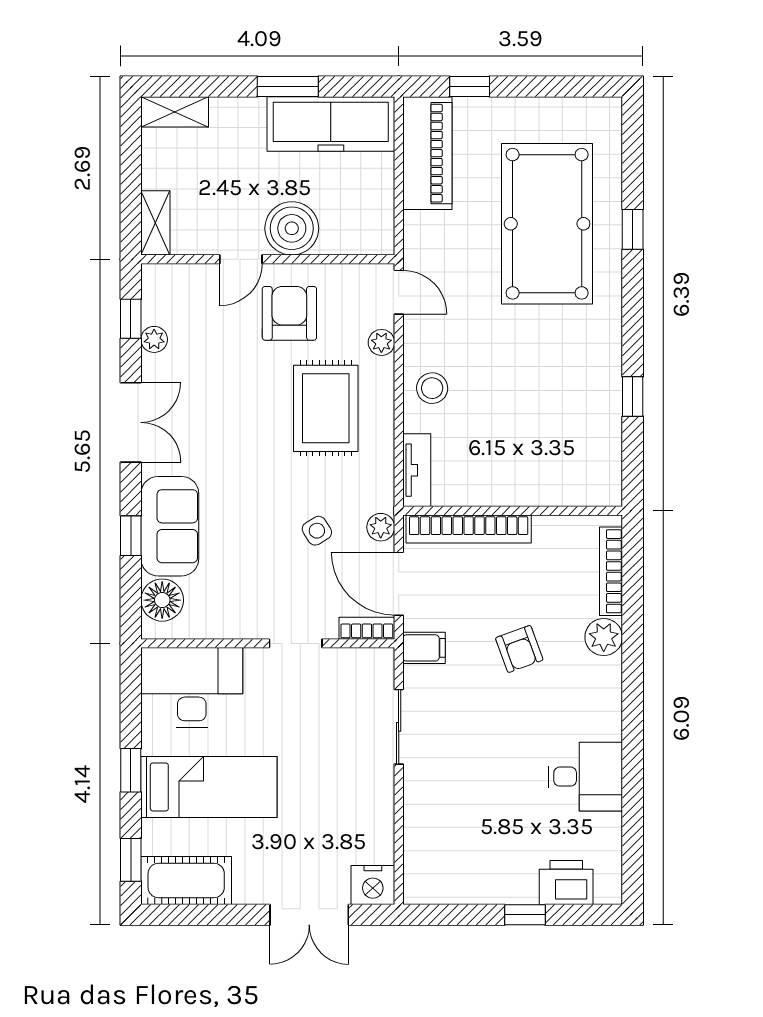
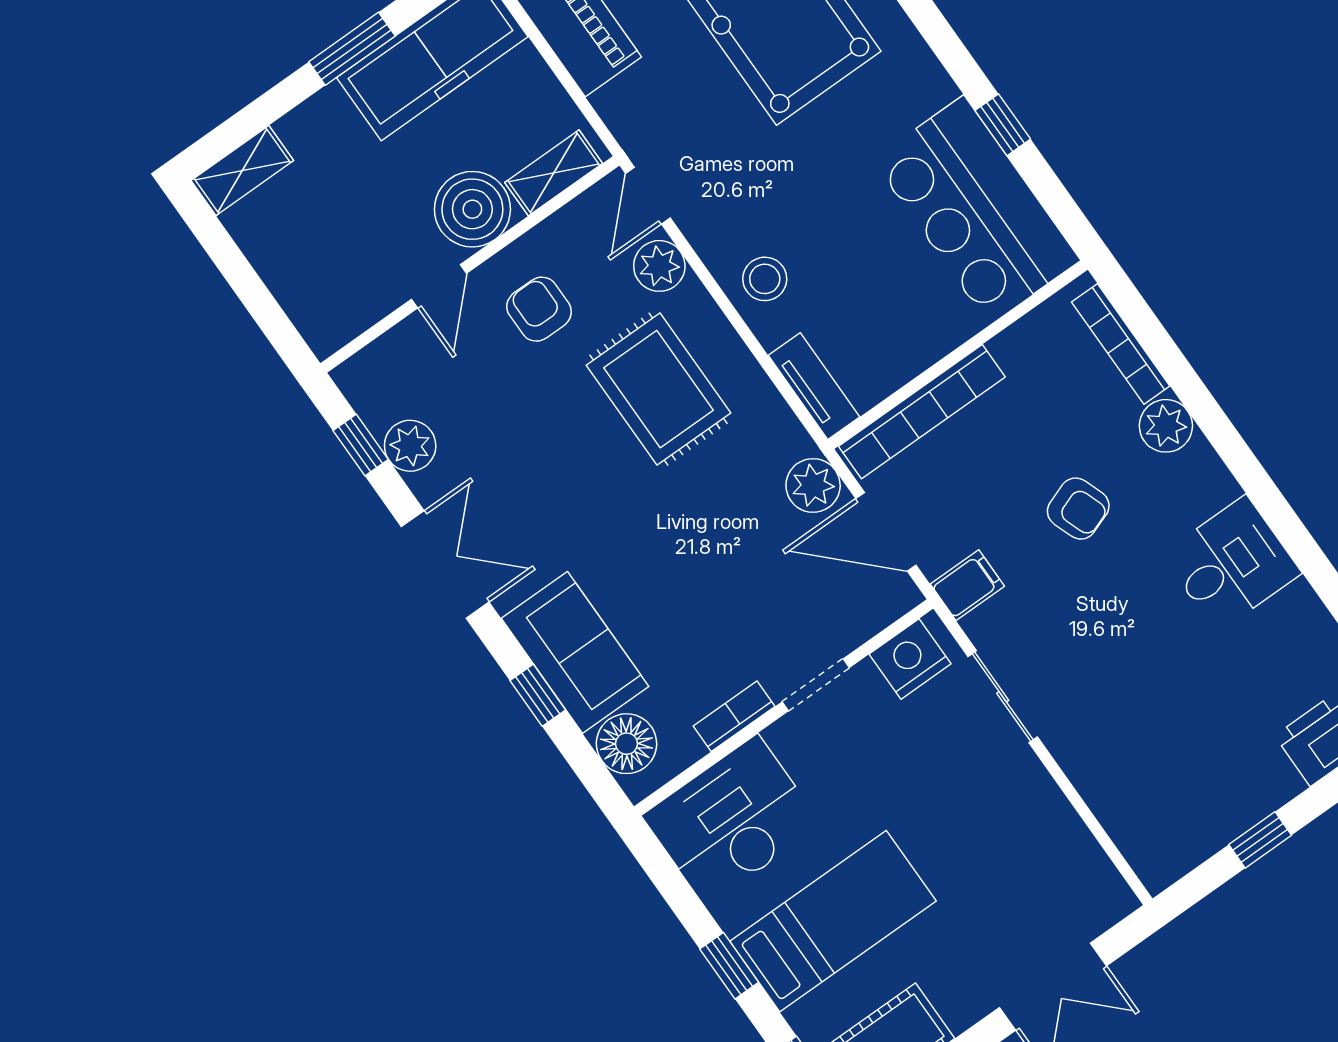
shelving: (155, 223) -> (554, 173), moved, turned 90
door: (399, 292) -> (648, 196), swing flipped
armchair: (289, 313) -> (539, 309), width x0.72, depth x0.72
plant: (154, 339) -> (410, 446), width x1.38, depth x1.38
plant: (381, 342) -> (659, 266), width x1.38, depth x1.38
bar counter: (583, 435) -> (976, 210), added
plant: (381, 527) -> (813, 485), width x1.38, depth x1.38
side table: (317, 531) -> (748, 537), removed
bookcase: (367, 628) -> (734, 716), moved
desk: (585, 777) -> (1231, 564), moved
nightstand: (373, 885) -> (910, 659), moved, turned 180
window: (525, 915) -> (1260, 840), moved

